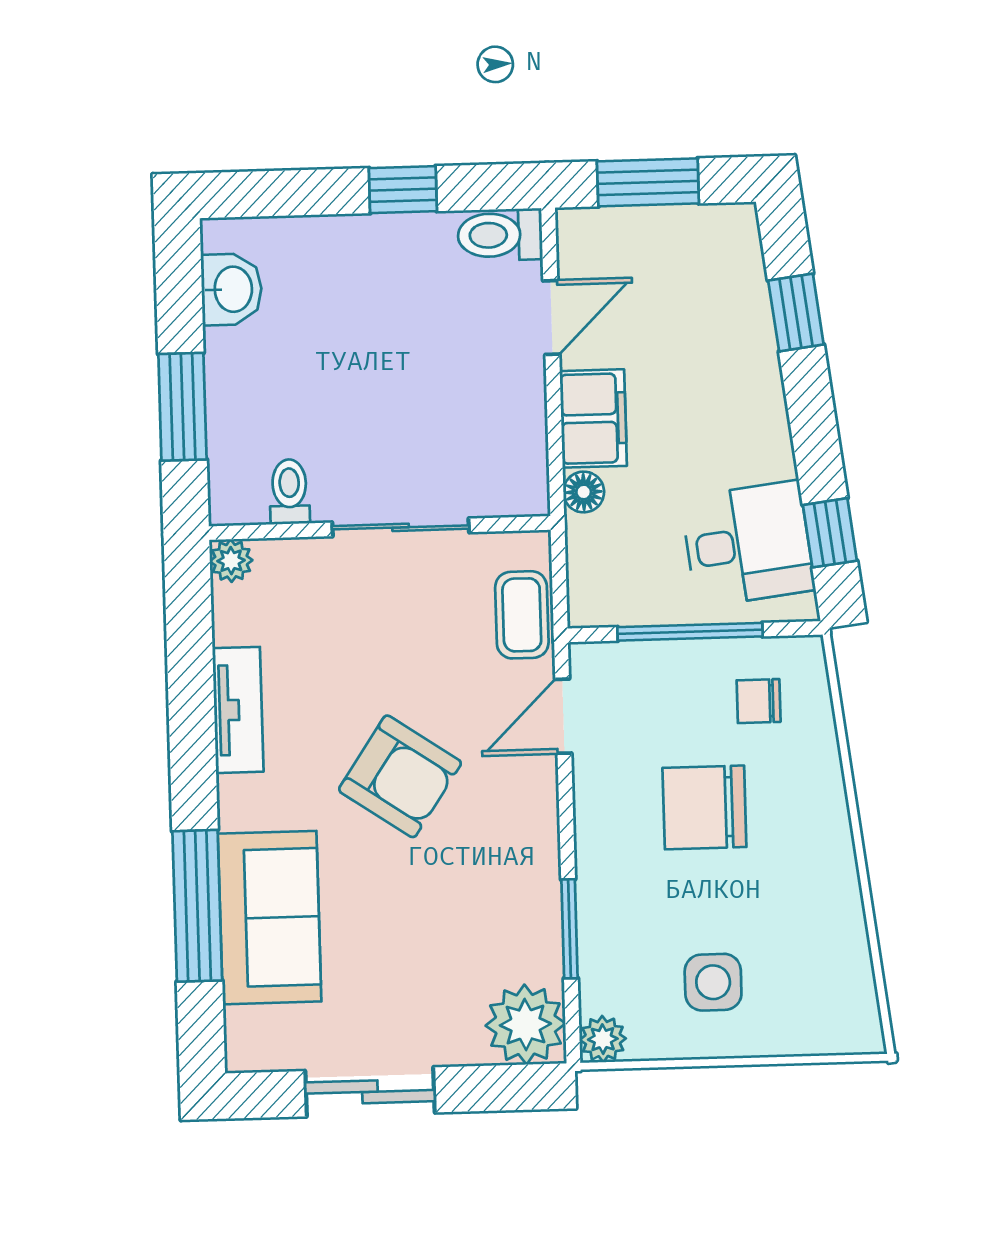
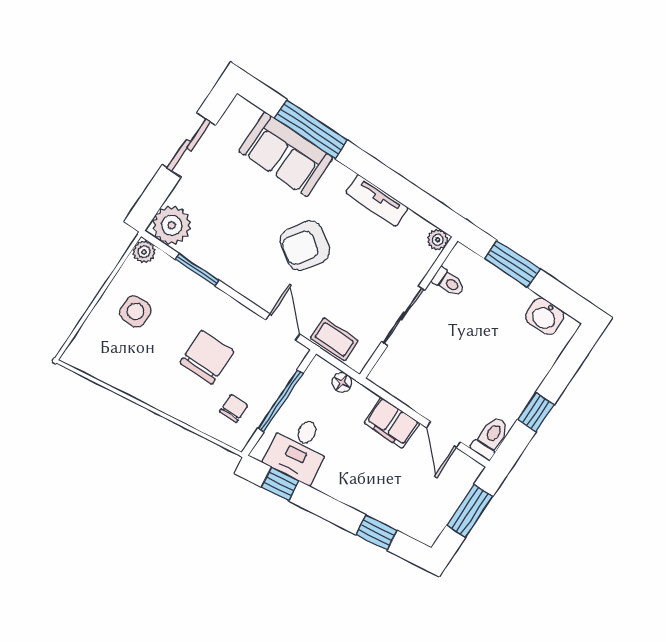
floor lamp: (584, 492) -> (342, 382), moved

